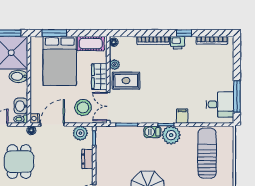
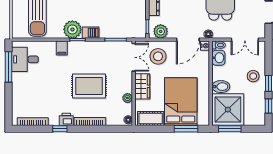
rug: (126, 81) -> (89, 86), moved, width x1.36, depth x1.43

